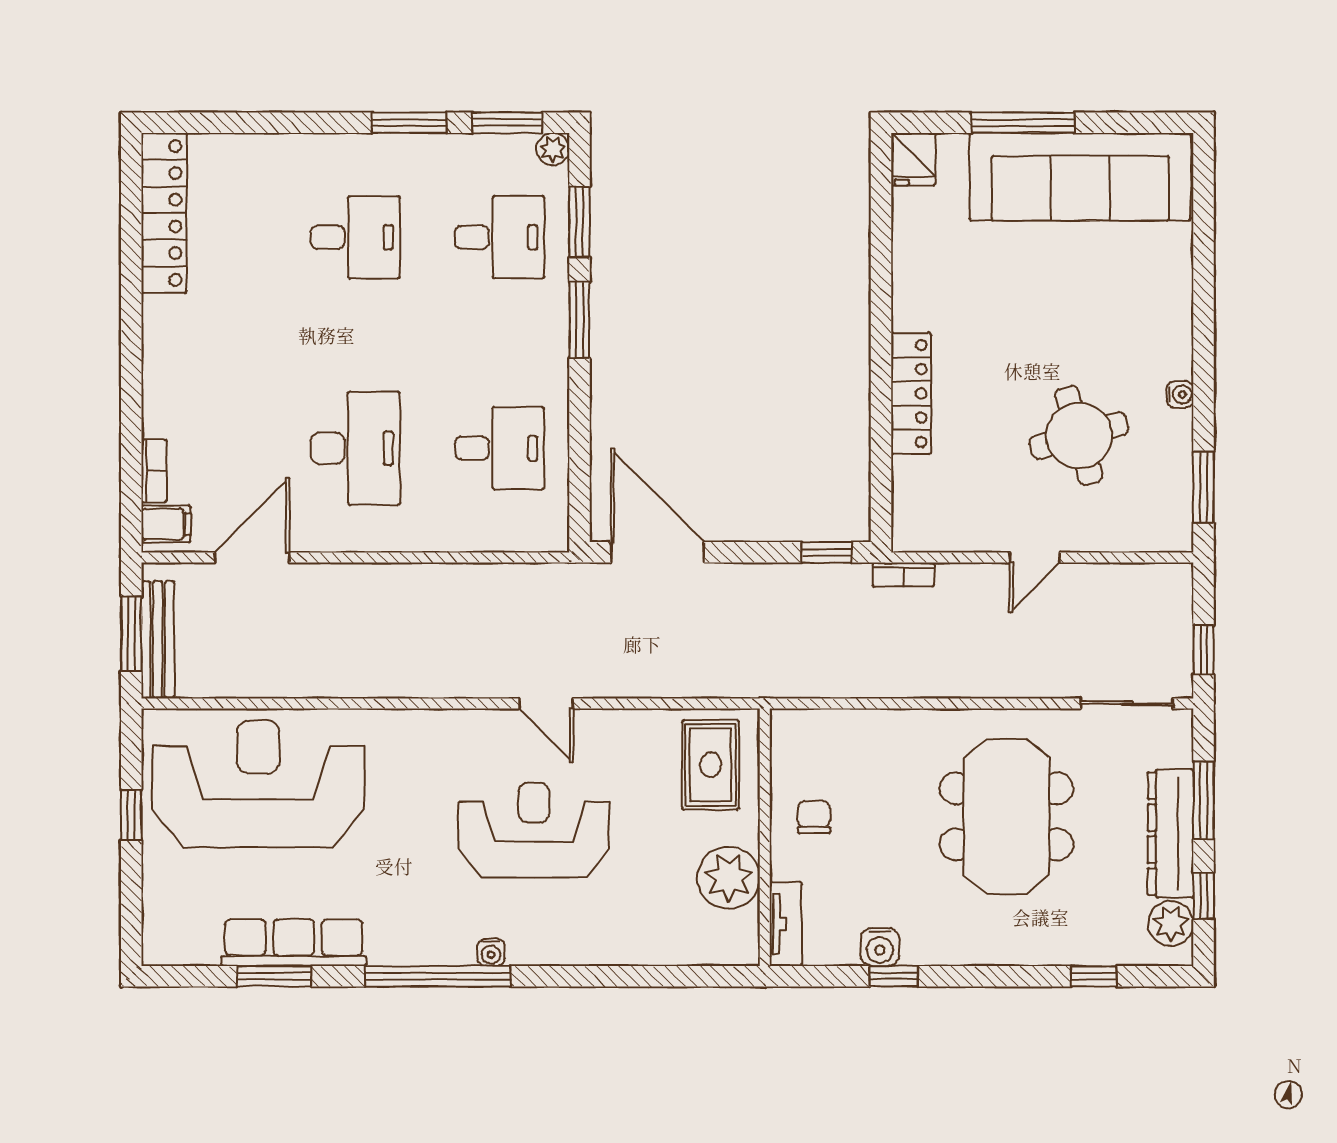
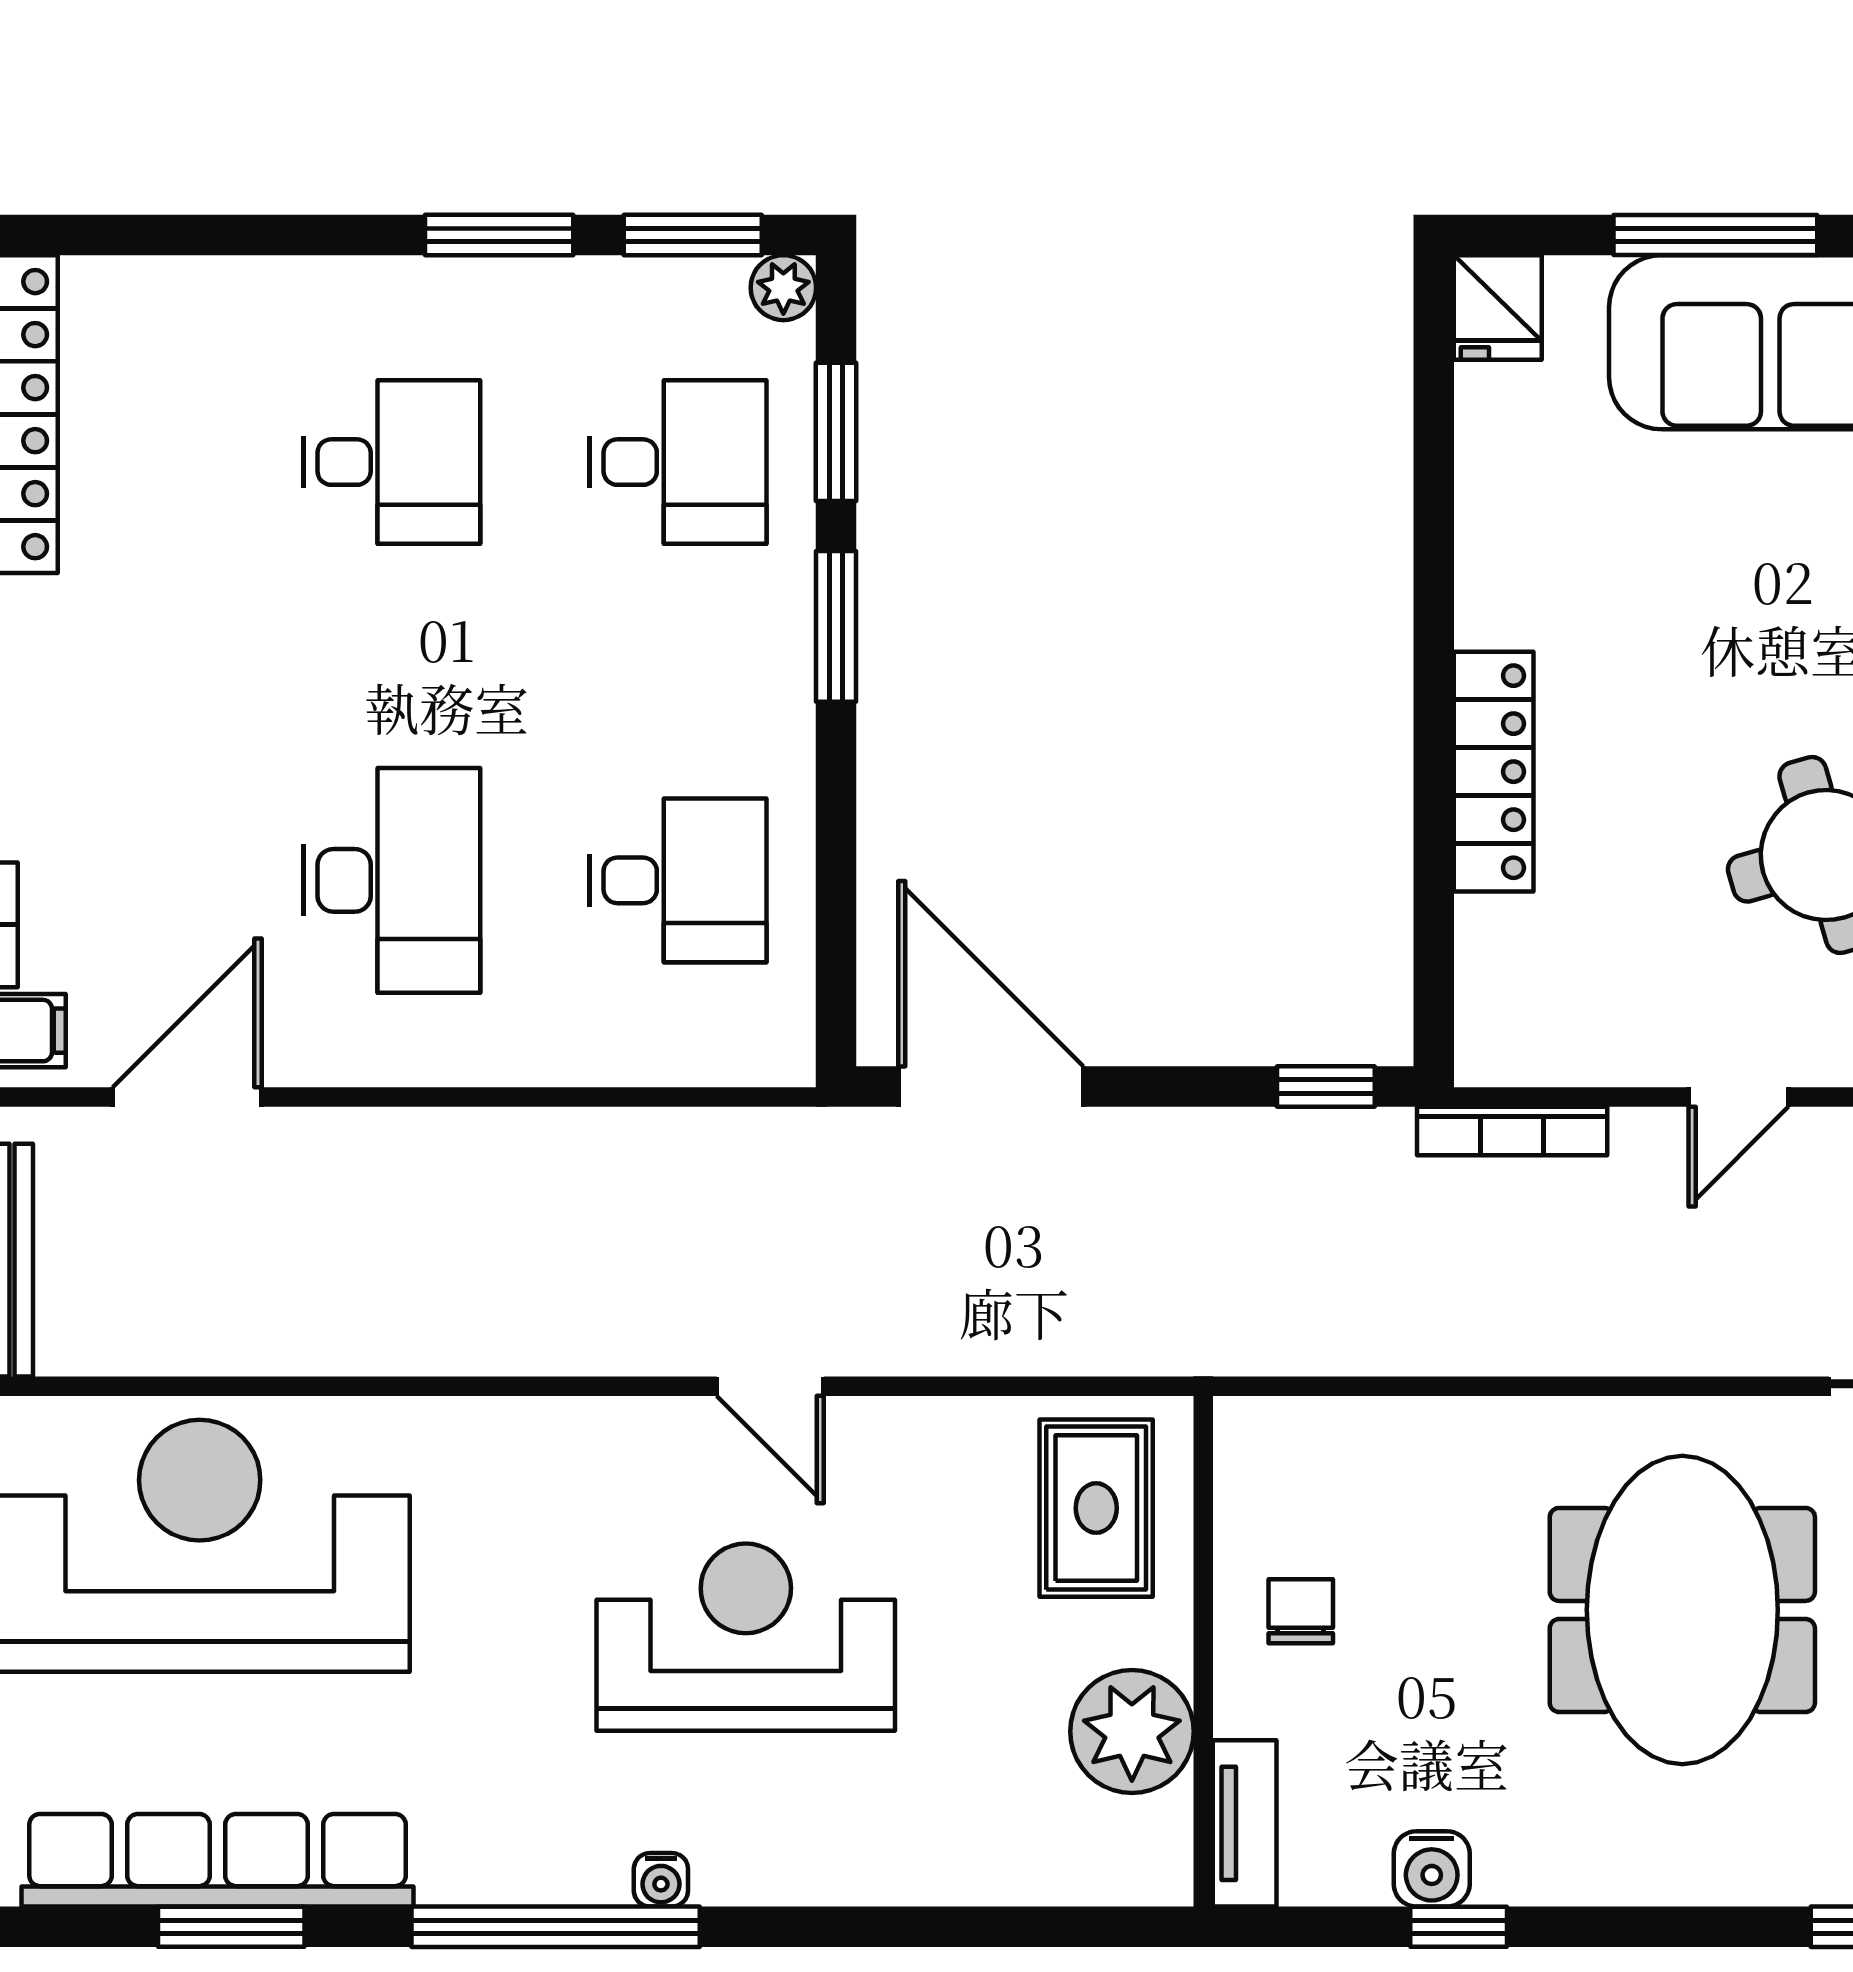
bookcase: (903, 575) -> (1512, 1131), width x1.56
row of seats: (294, 943) -> (218, 1860), width x1.36

